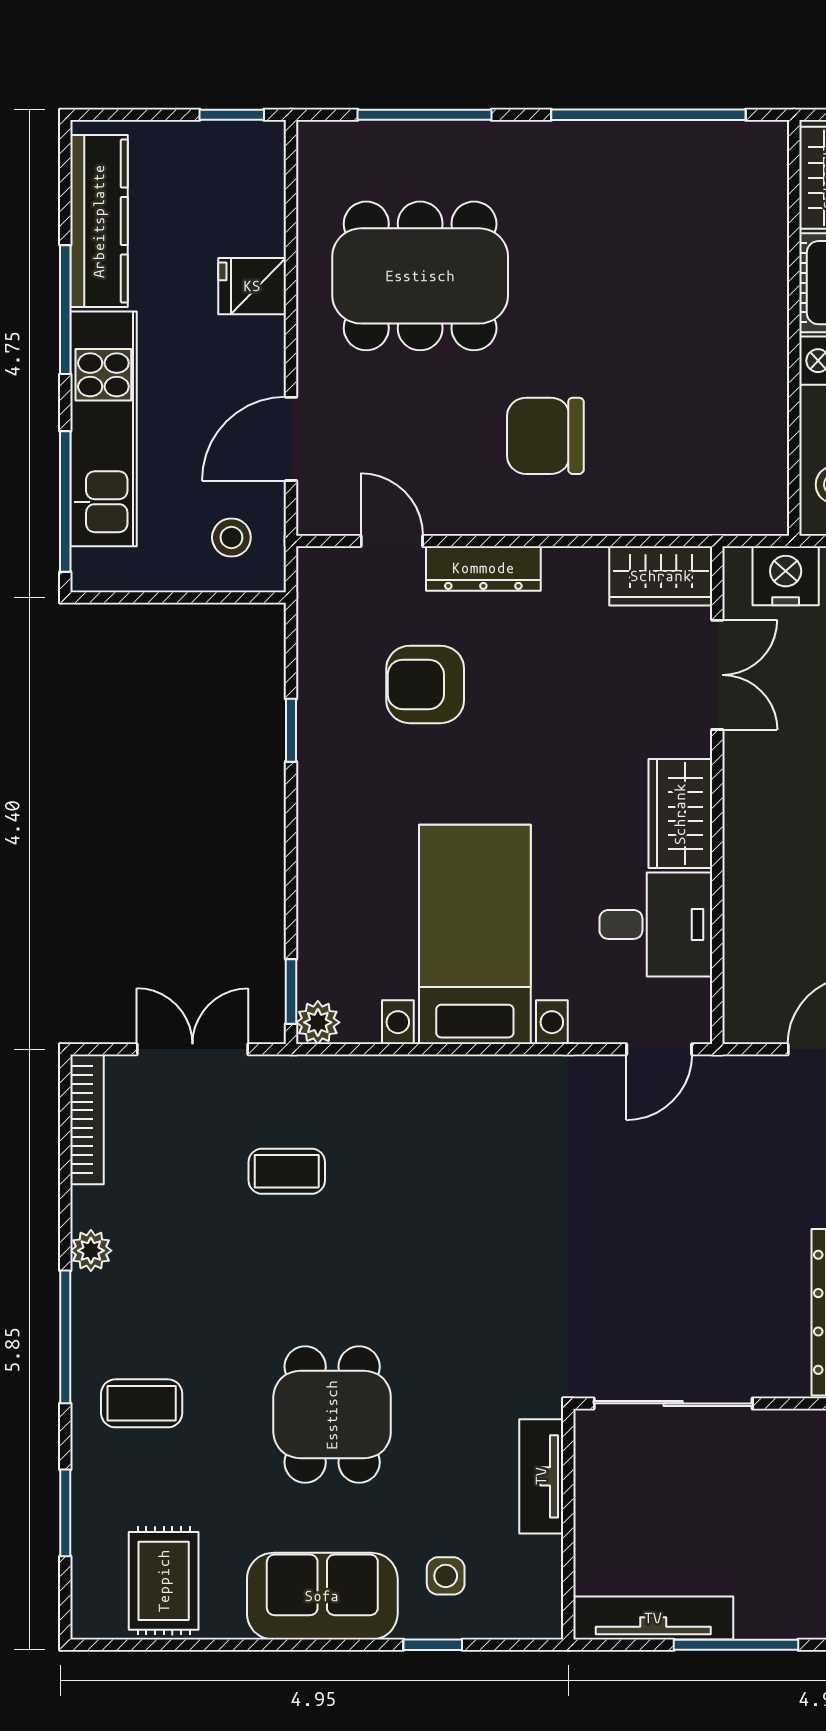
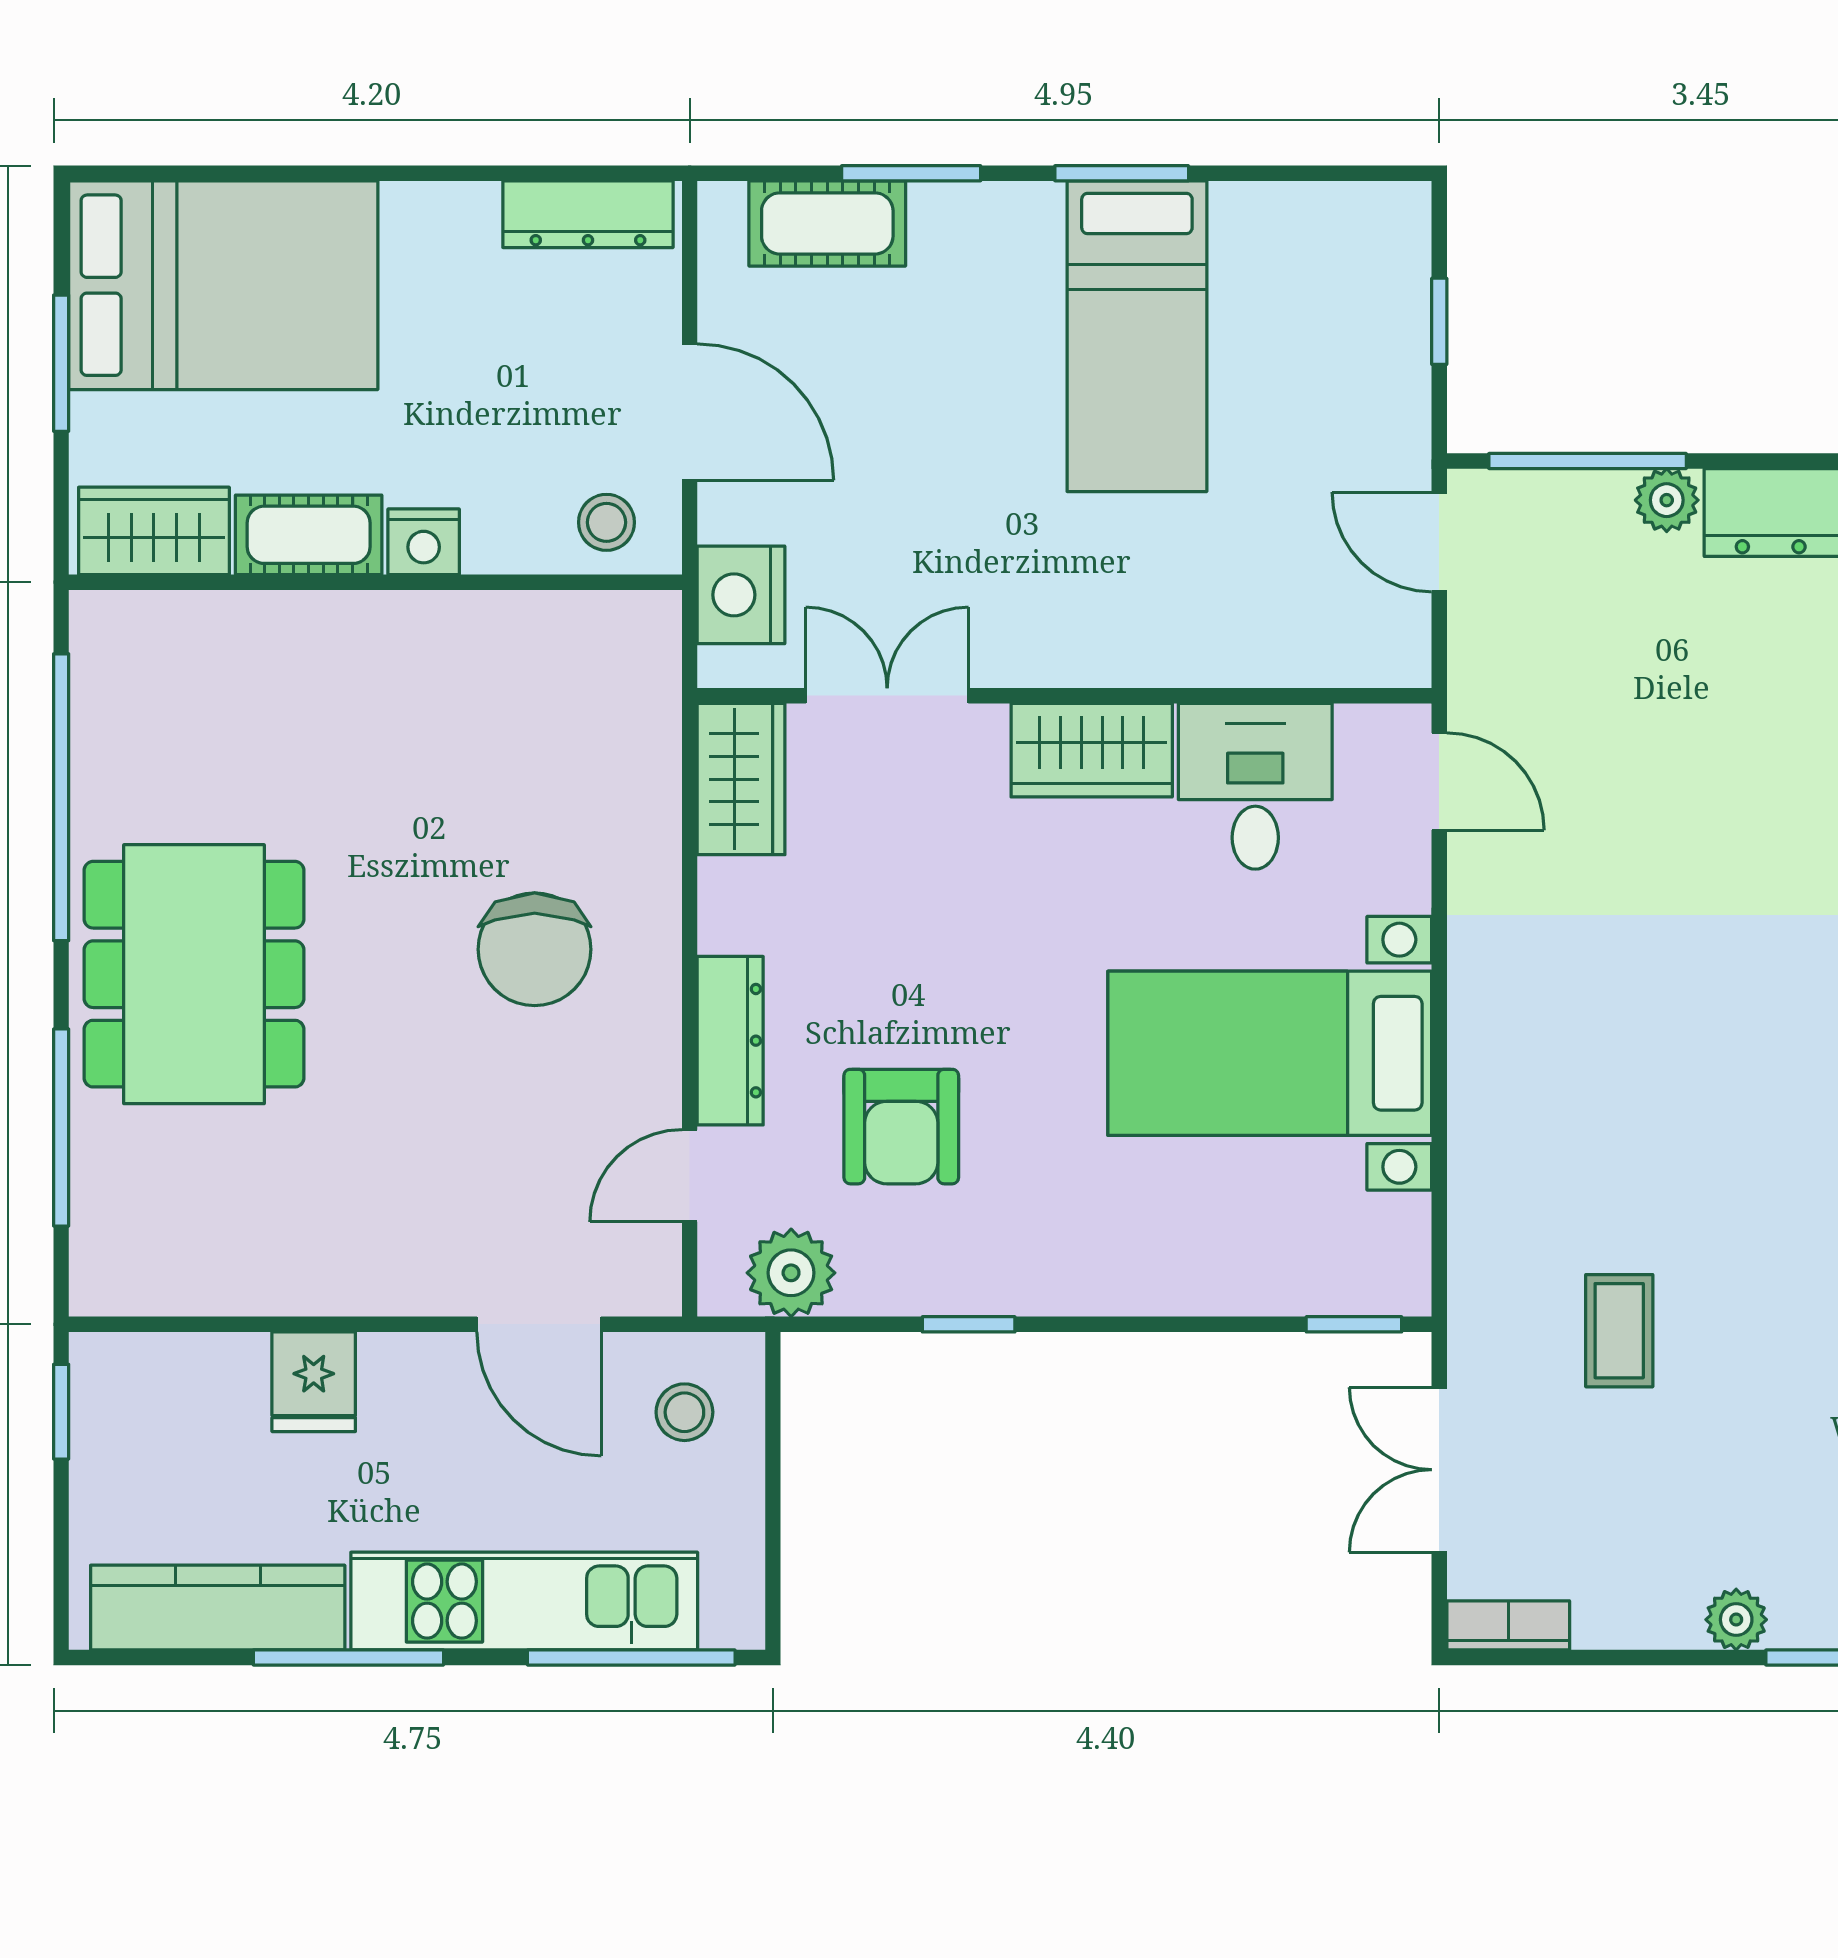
dining table: (420, 276) -> (194, 974), moved
plant: (318, 1022) -> (791, 1273), moved, width x1.38, depth x1.38
bookcase: (87, 1119) -> (1508, 1625), width x0.64

